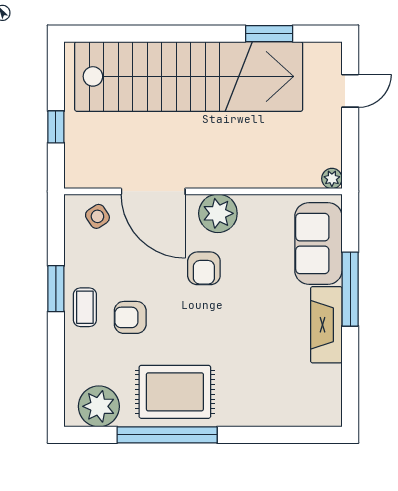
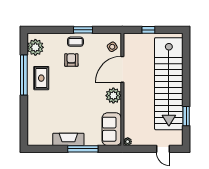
sofa: (318, 243) -> (112, 129), moved, turned -90
armchair: (204, 268) -> (91, 90), removed
rug: (175, 392) -> (41, 78), width x0.73, depth x0.70

